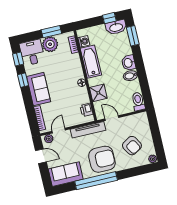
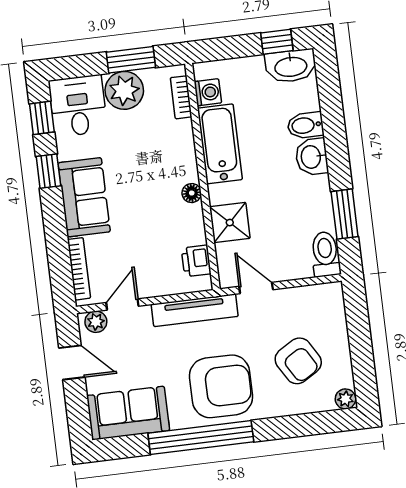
window: (133, 36) -> (345, 214), moved
bidet: (130, 76) -> (305, 125), moved

